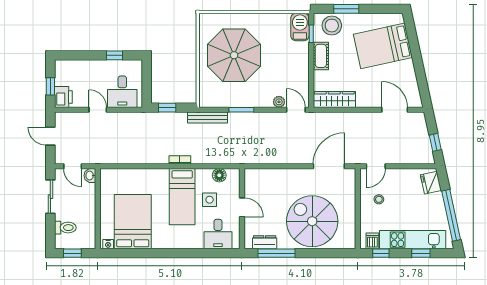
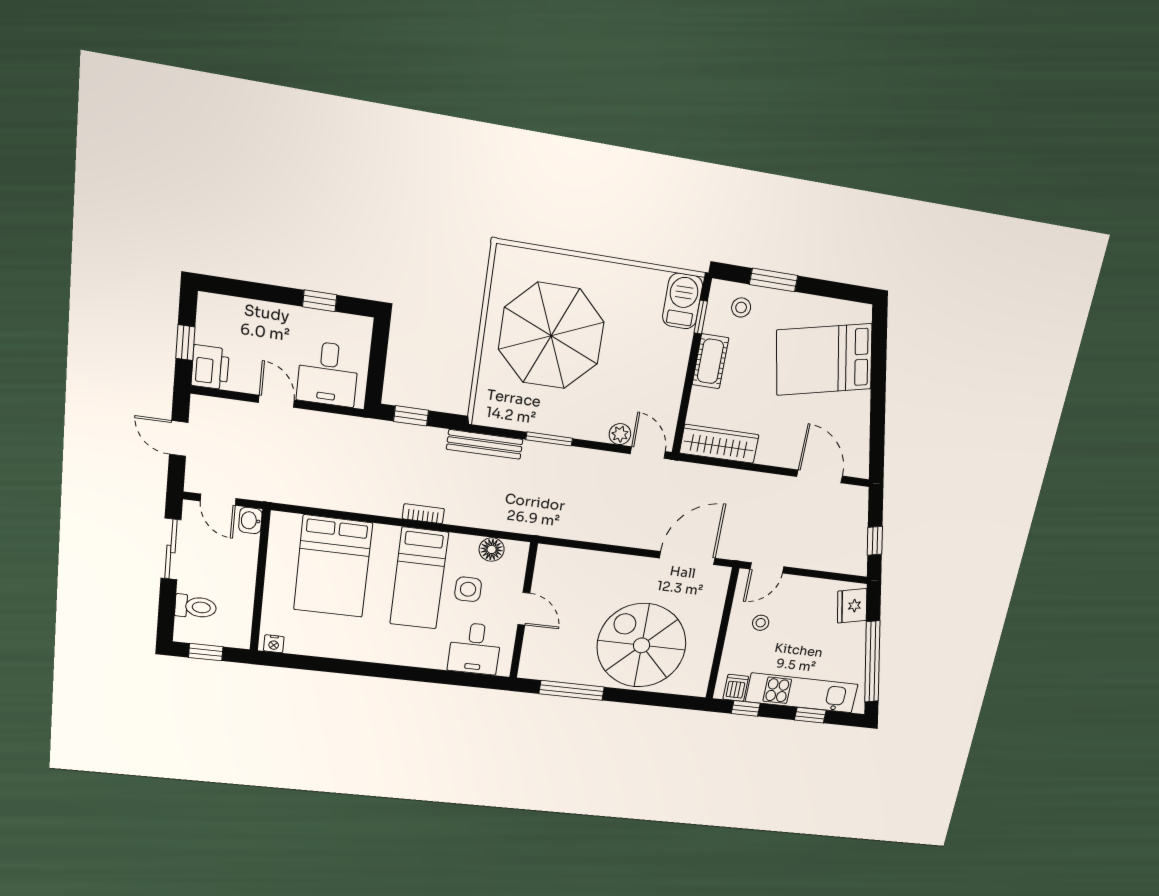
stool: (332, 26) -> (741, 307), width x0.53, depth x0.53
bed: (133, 222) -> (333, 566), moved, turned 180
dresser: (265, 242) -> (554, 671), removed

